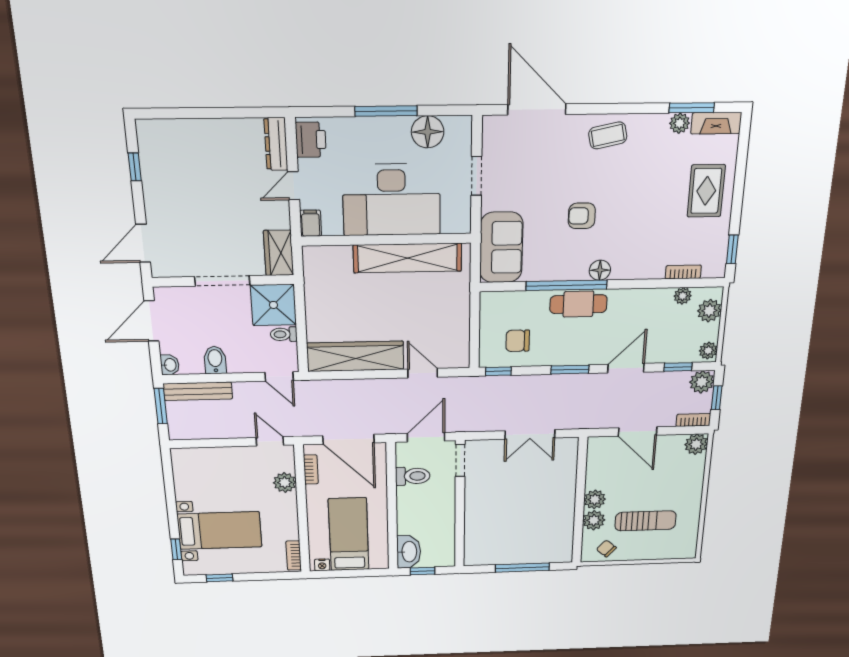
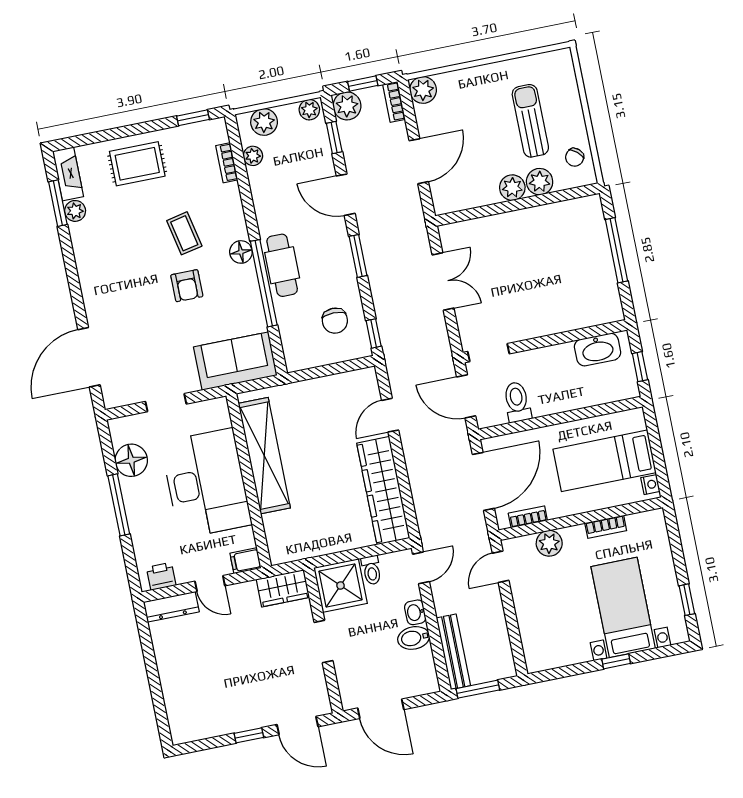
coffee table: (608, 135) -> (184, 233), moved
printer: (311, 140) -> (161, 576), width x0.73, depth x0.81
window: (135, 167) -> (249, 735), moved
doorway: (222, 281) -> (323, 641), width x0.73
washbasin: (170, 365) -> (415, 612), moved, turned -90
window: (176, 549) -> (616, 661), moved
washbasin: (409, 552) -> (598, 350), moved, turned 180
bookcase: (294, 555) -> (606, 527), moved

